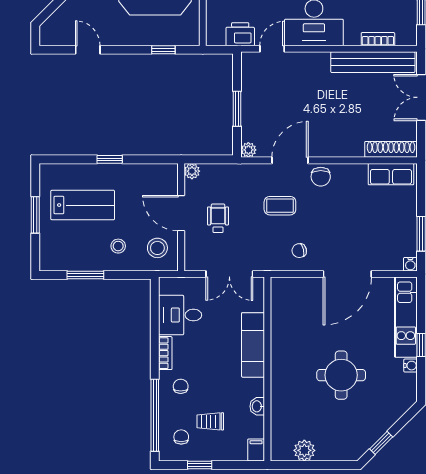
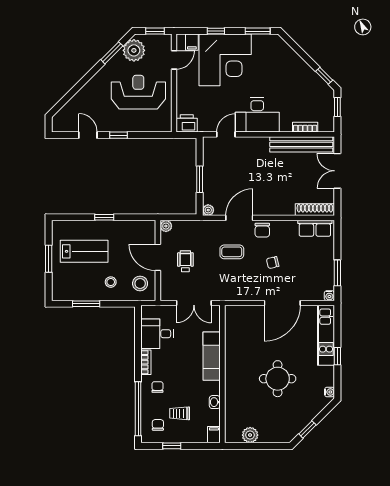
printer: (240, 34) -> (187, 123), moved
window: (163, 50) -> (118, 135), moved
chair: (299, 251) -> (273, 263), moved
water cooler: (411, 366) -> (330, 392), moved

